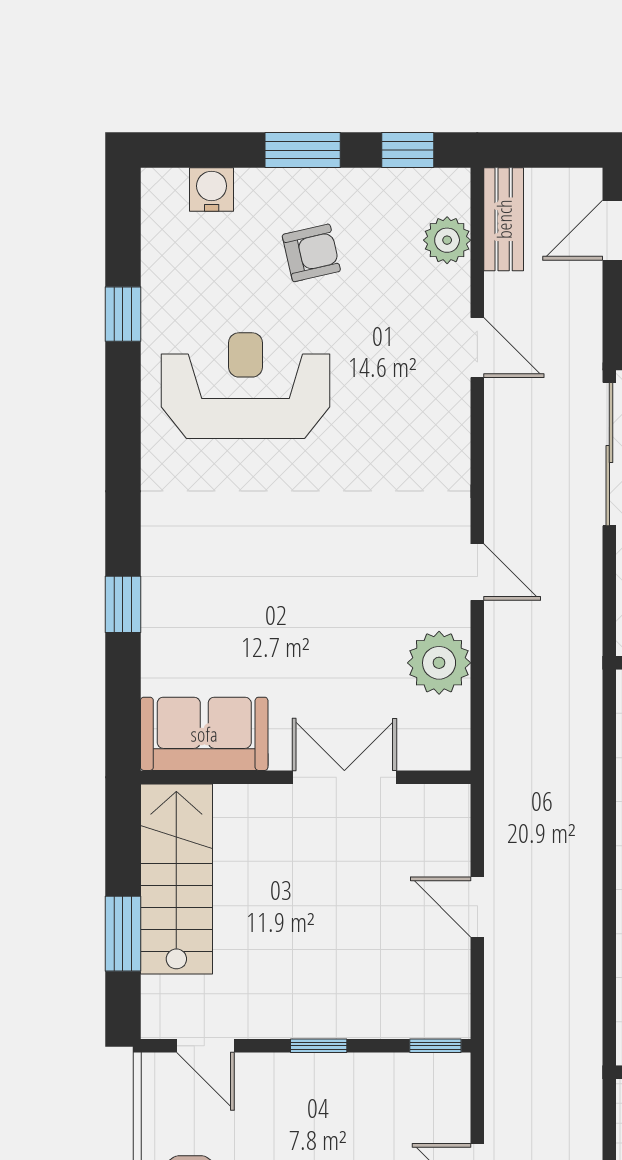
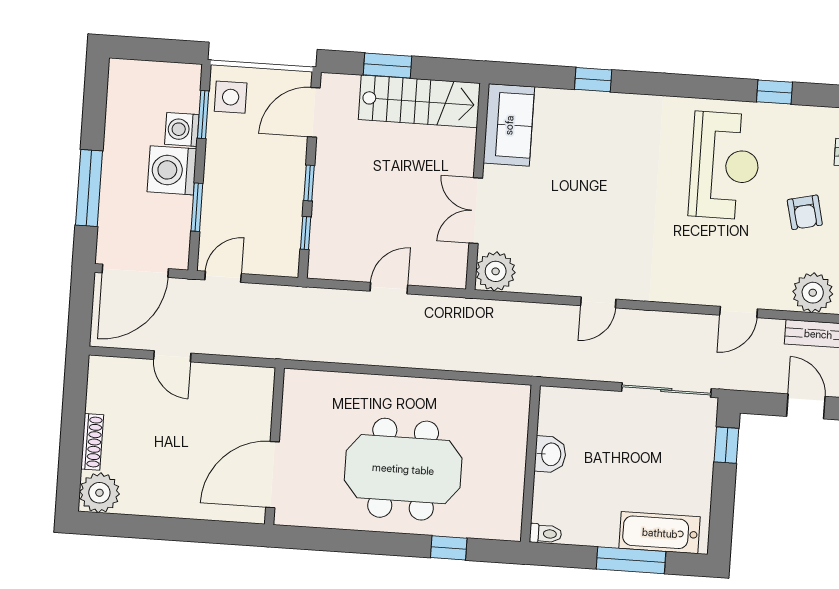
plant: (447, 240) -> (813, 293), width x1.36, depth x1.36
plant: (439, 663) -> (496, 271), moved
double door: (344, 777) -> (476, 211), swing flipped
door: (205, 1046) -> (314, 112), width x1.37
window: (435, 1046) -> (306, 233), moved

